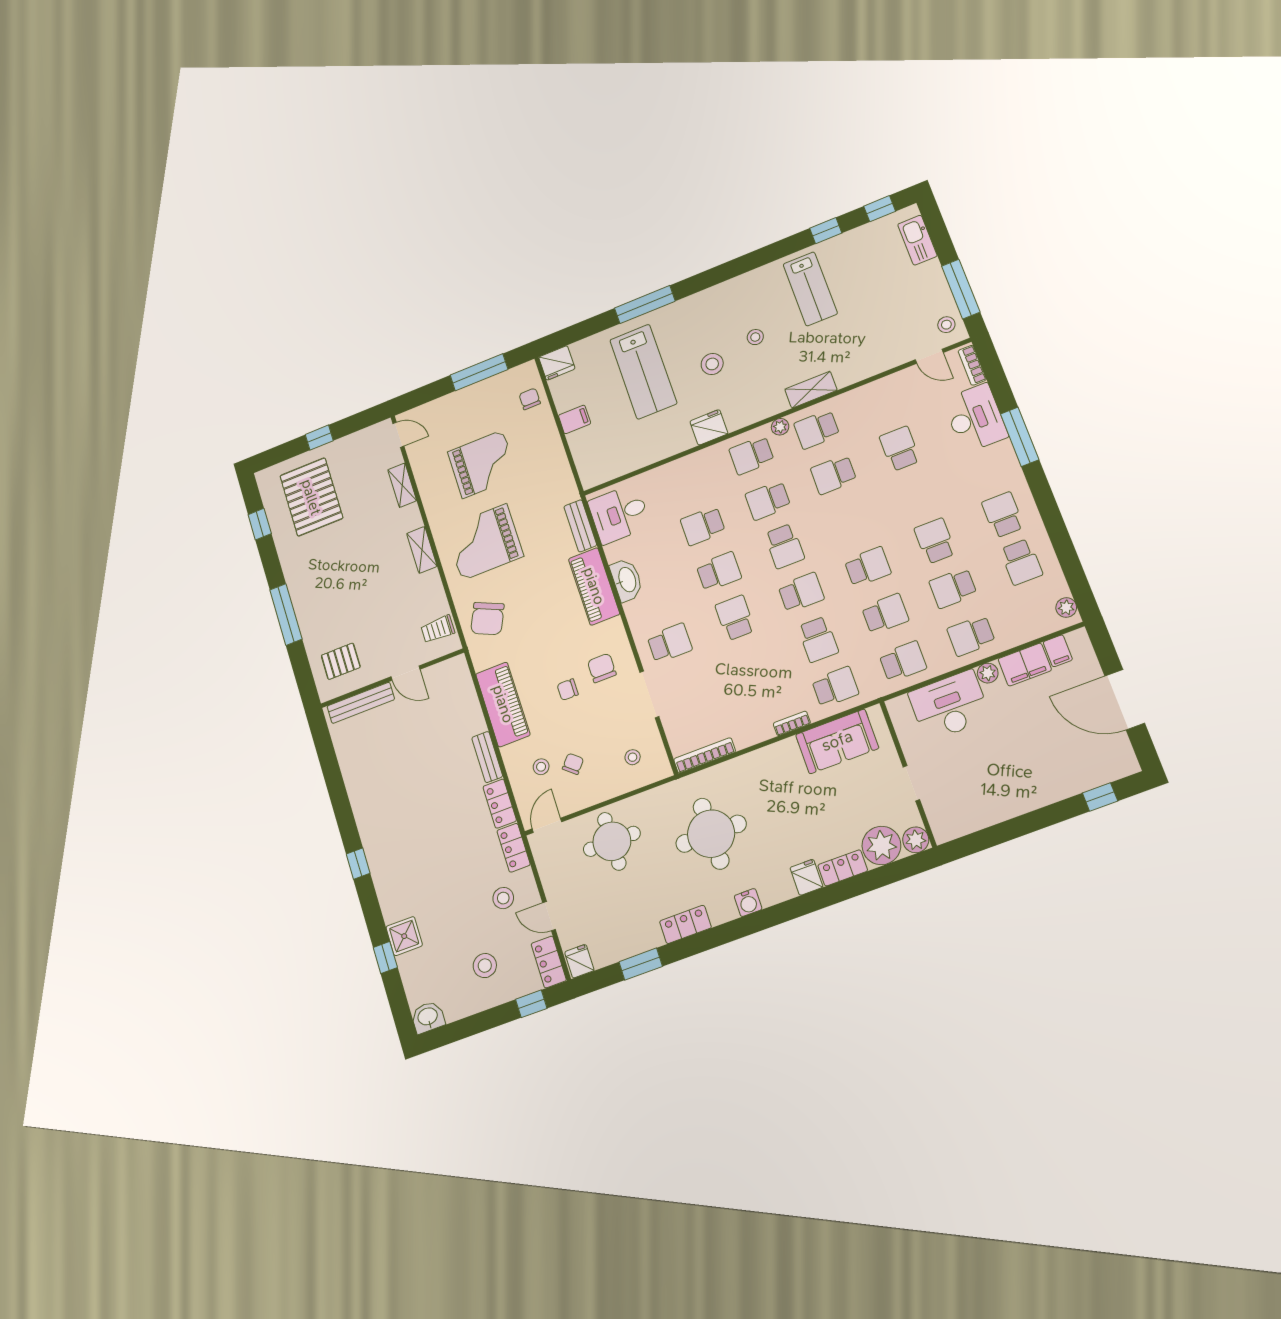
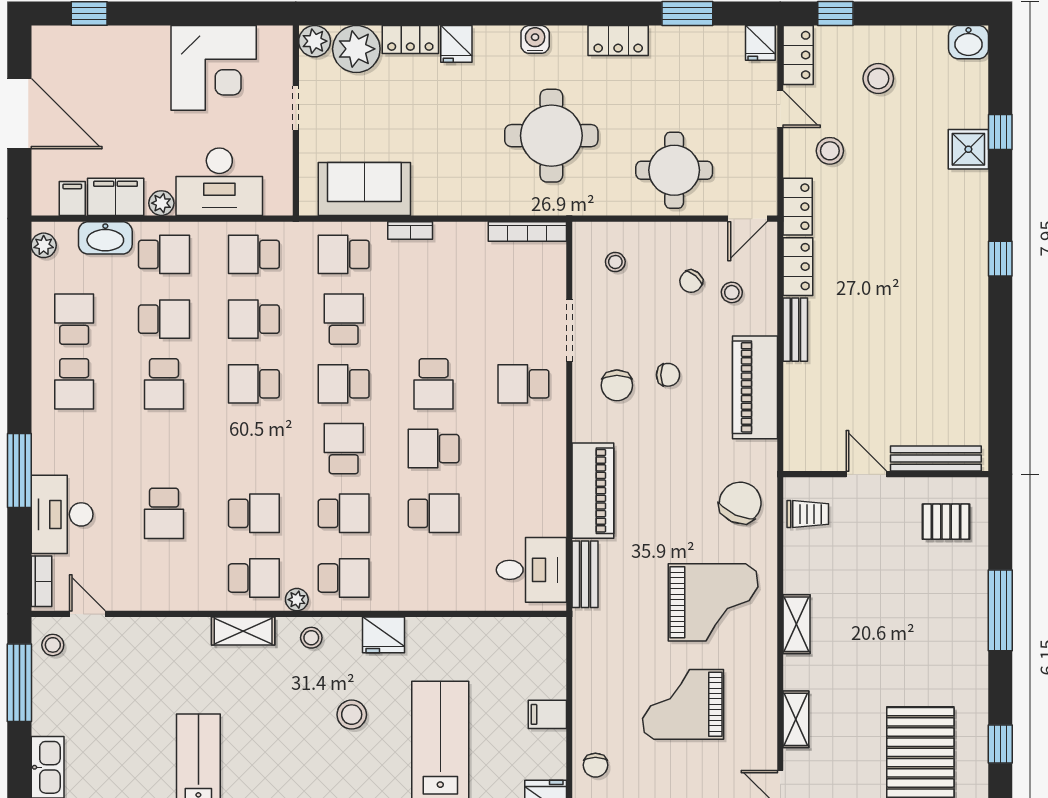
stool: (755, 337) -> (311, 638), moved
washbasin: (627, 580) -> (105, 238), moved, turned -90
corner desk: (986, 791) -> (214, 68), added

